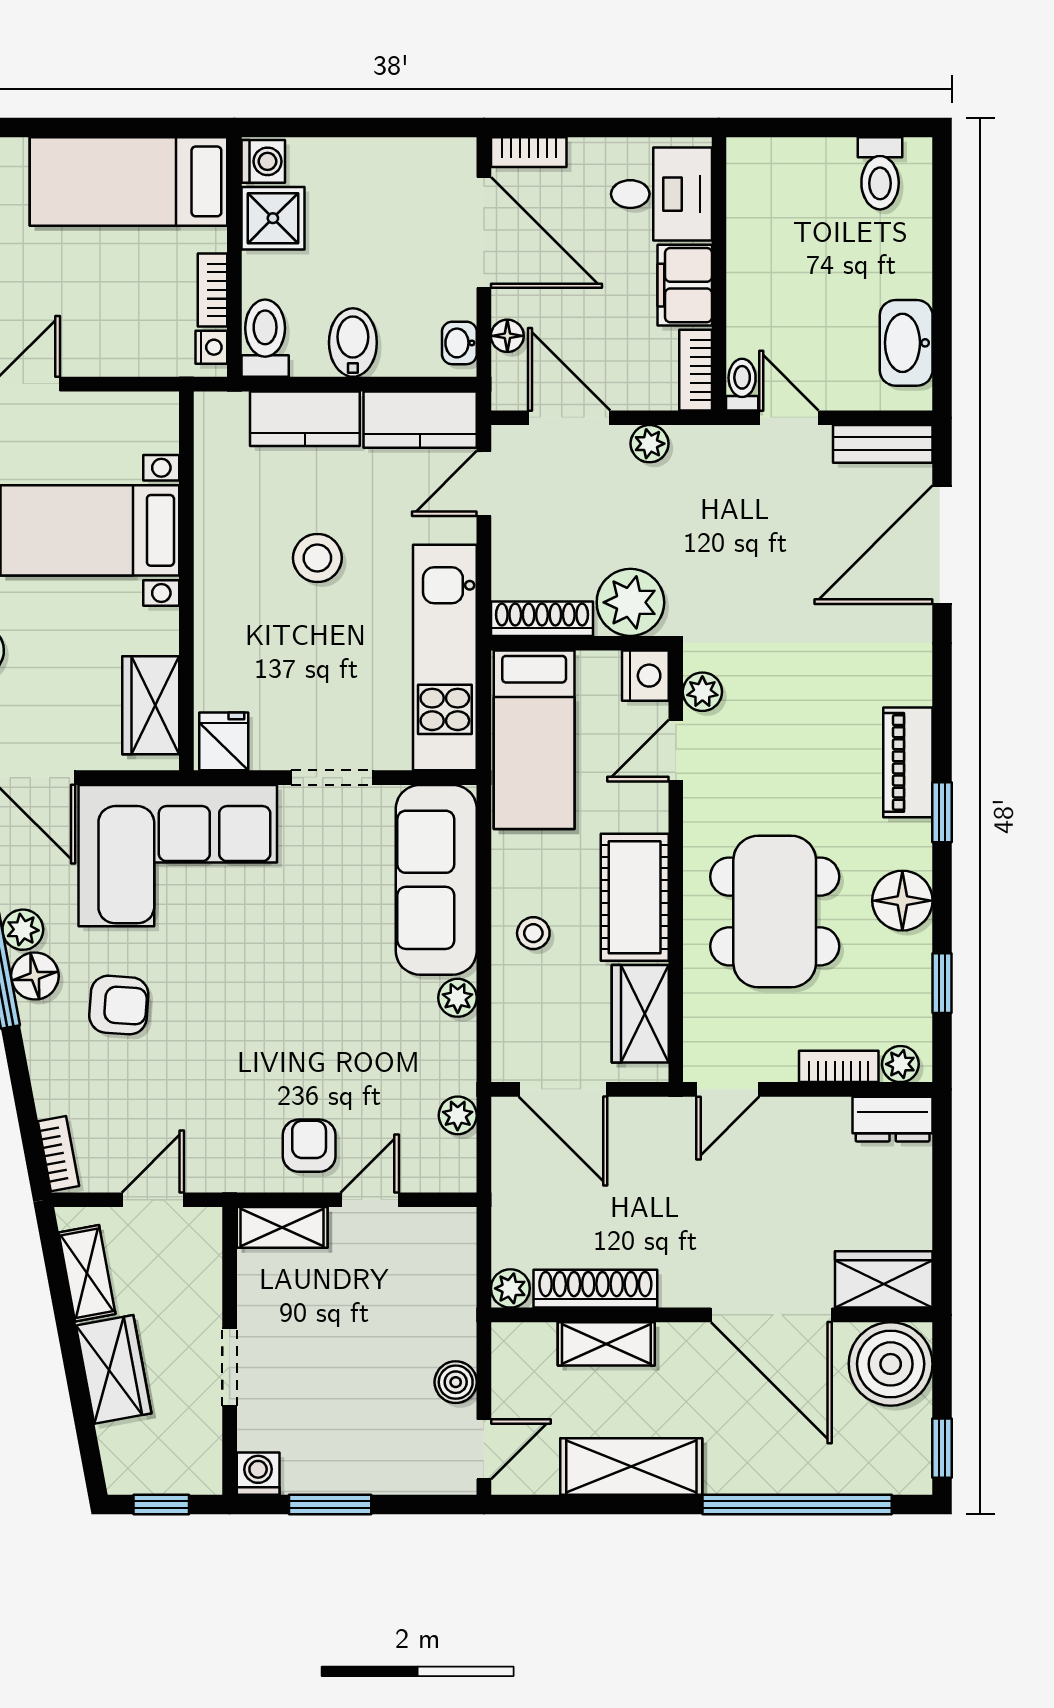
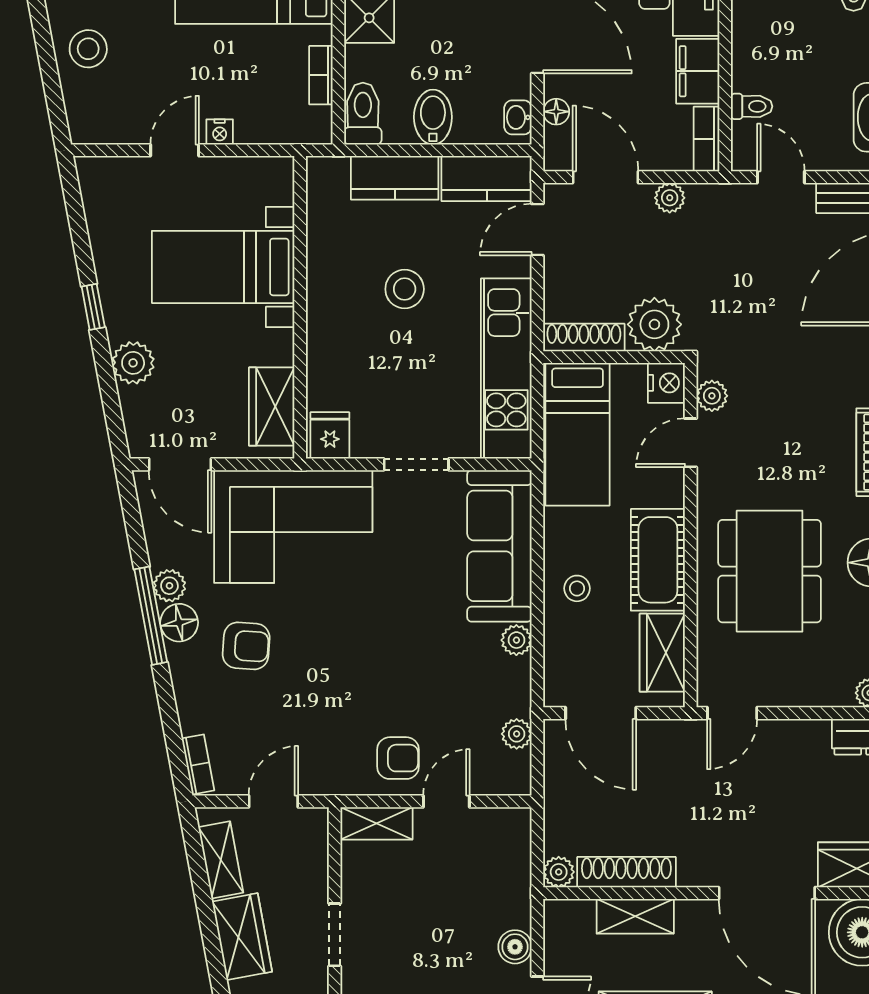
nightstand: (211, 347) -> (220, 132), moved, turned 90
toilet: (742, 385) -> (752, 106), moved, turned 90
bookcase: (839, 1066) -> (821, 695), removed
armchair: (309, 1146) -> (398, 758), turned 90

